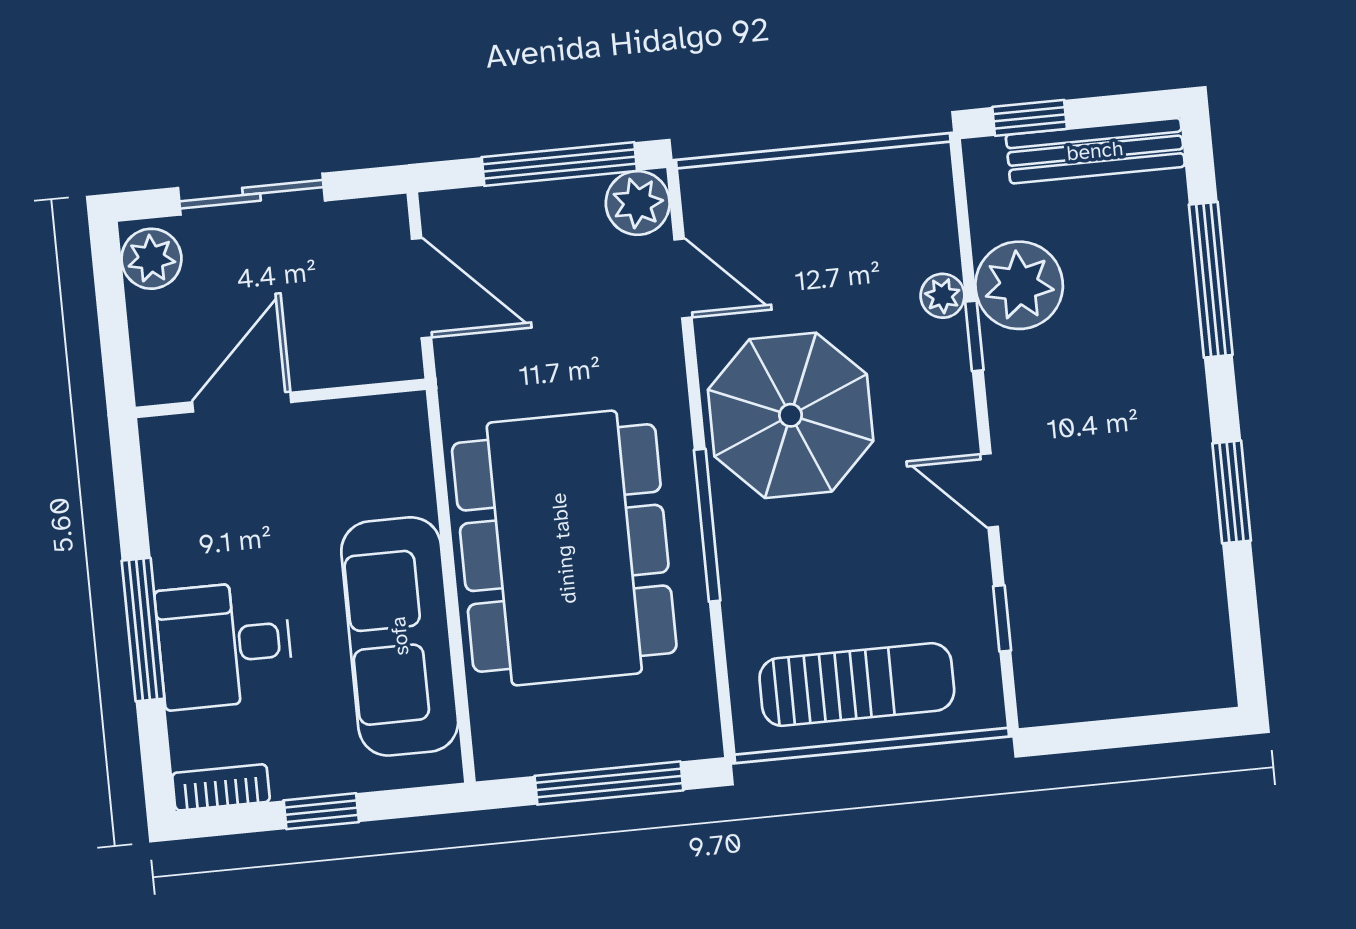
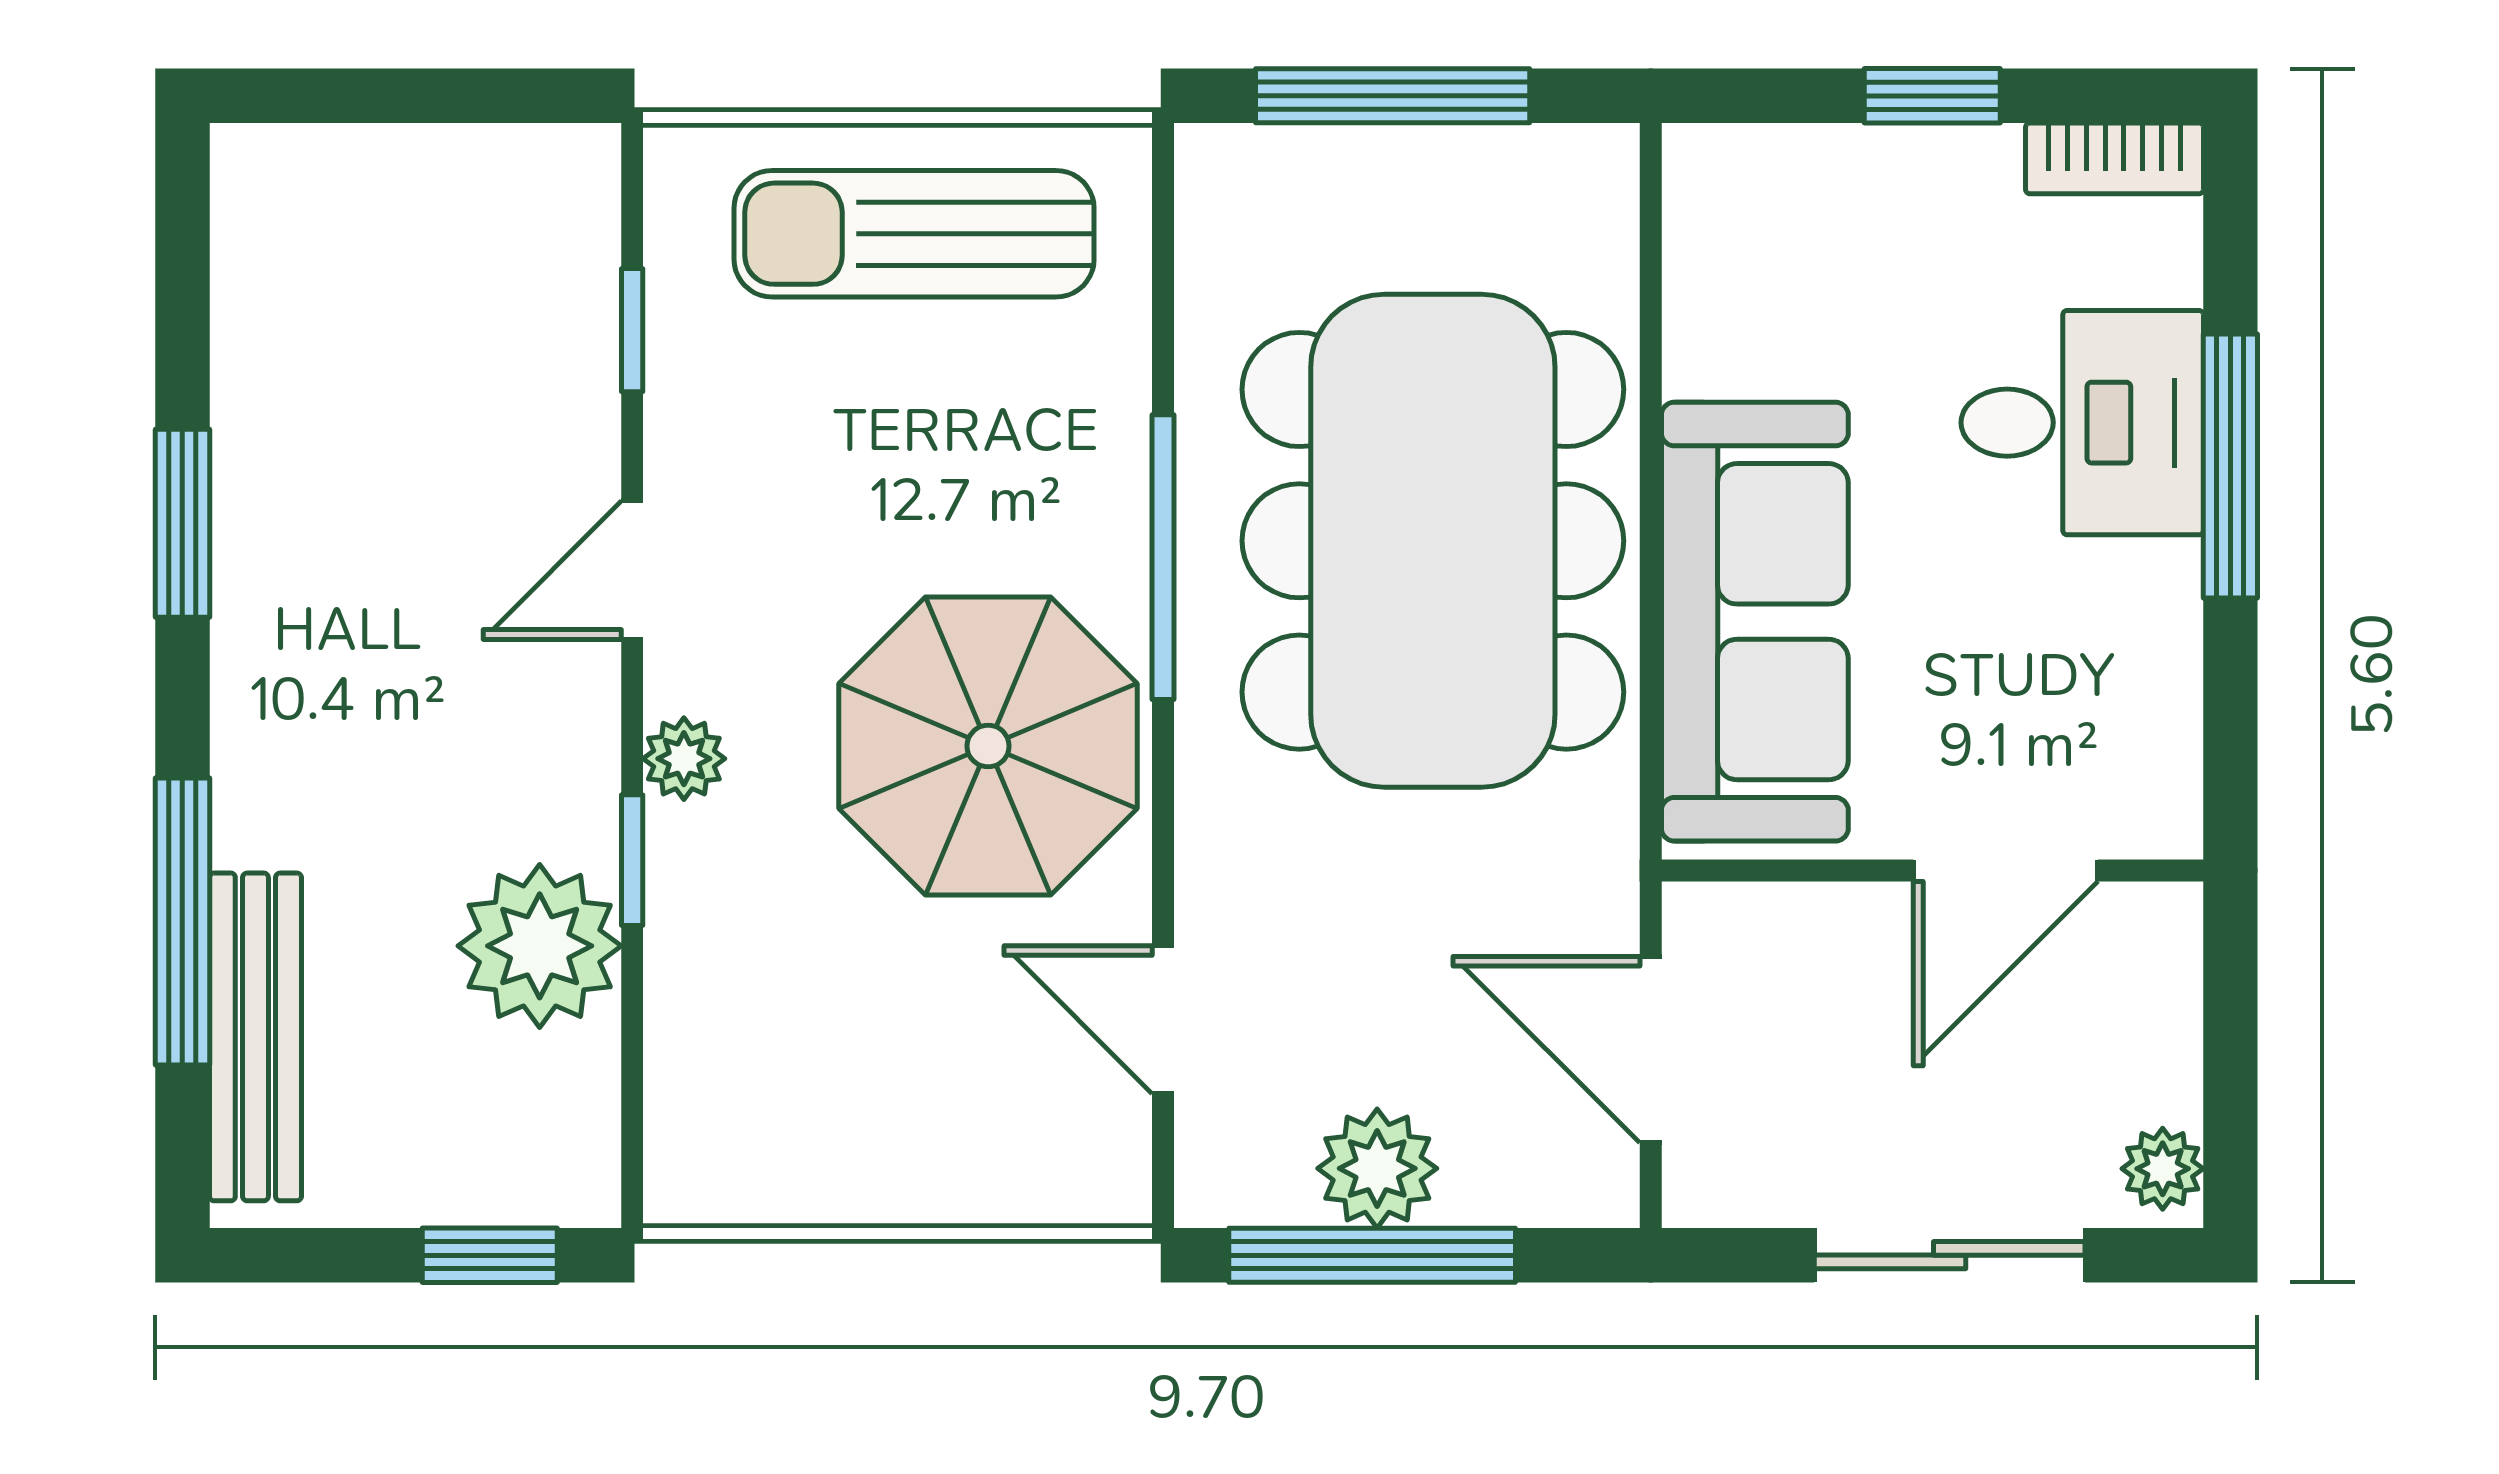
bench: (1095, 151) -> (255, 1037), moved, turned 90
plant: (638, 203) -> (1377, 1168), moved
plant: (151, 259) -> (2163, 1169), width x0.73, depth x0.73
plant: (943, 296) -> (684, 759), moved
door: (989, 490) -> (632, 570), swing flipped
sofa: (400, 636) -> (1755, 622), moved

